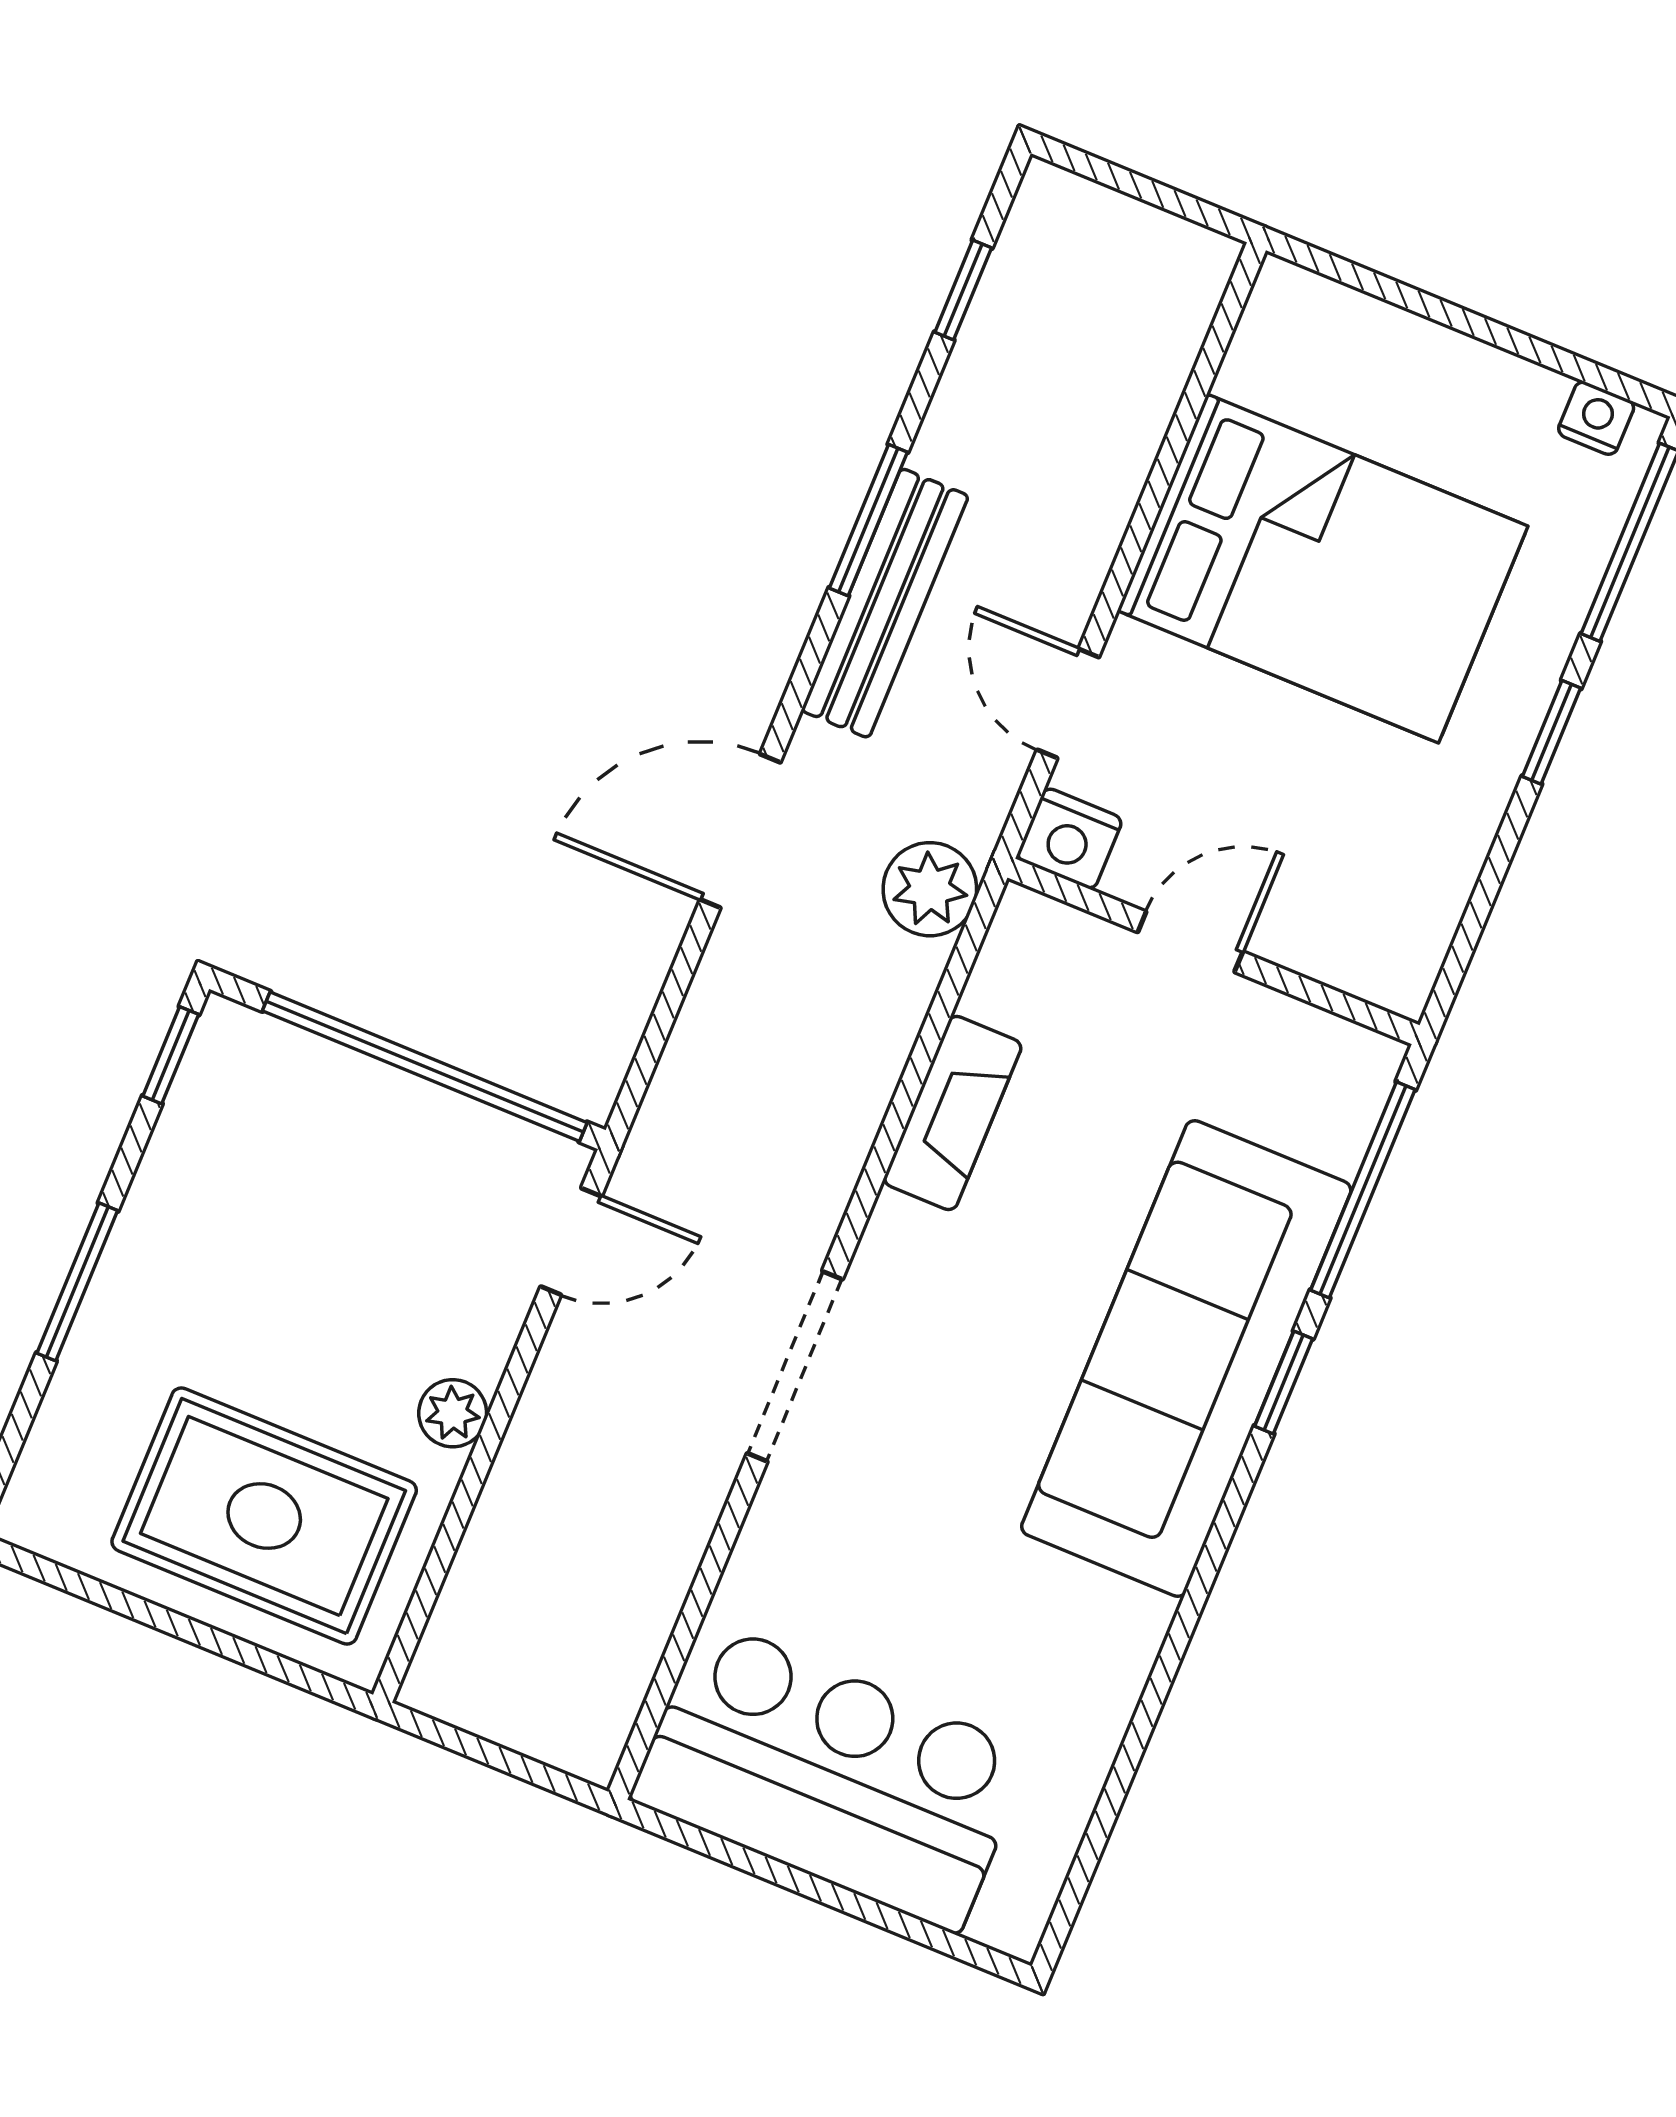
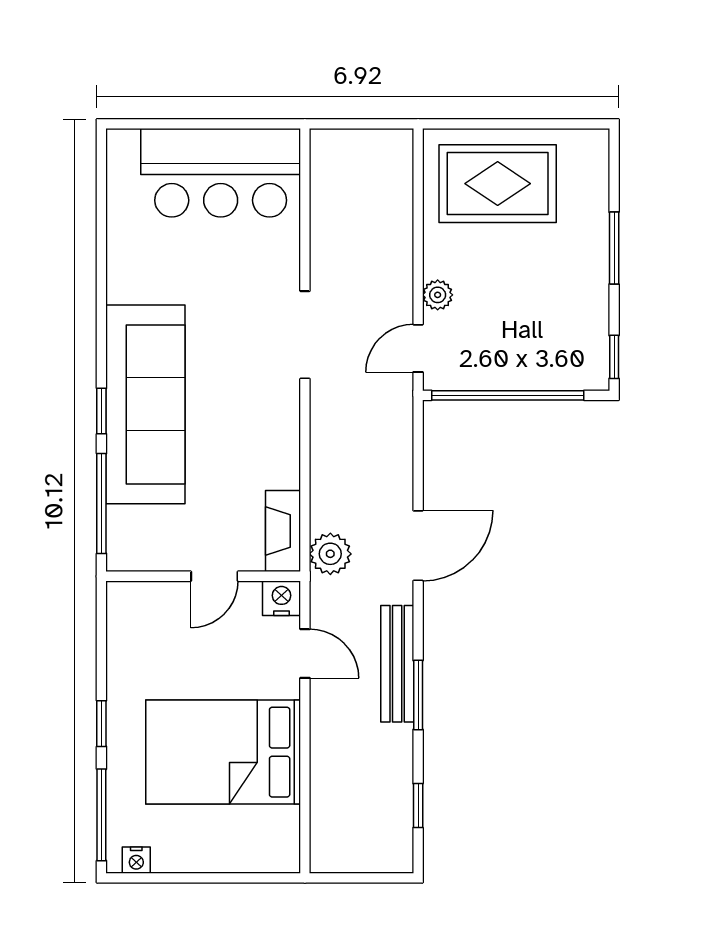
fireplace: (953, 1113) -> (283, 531), moved
plant: (453, 1413) -> (438, 295), moved

